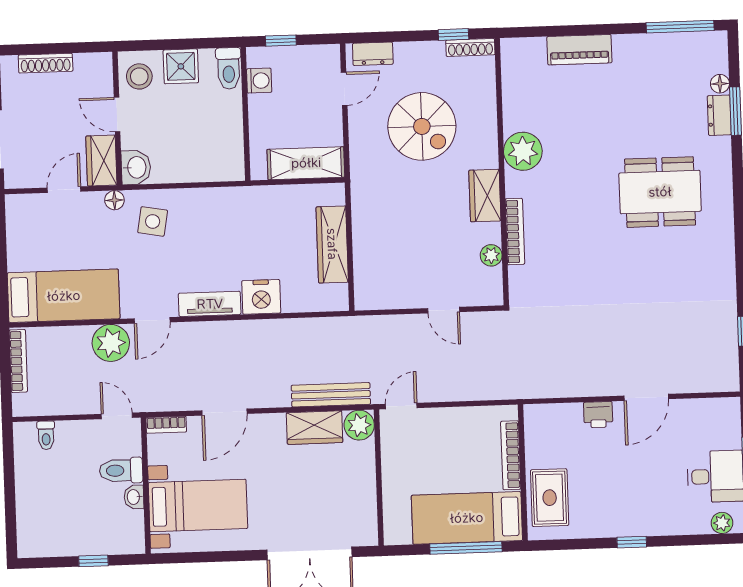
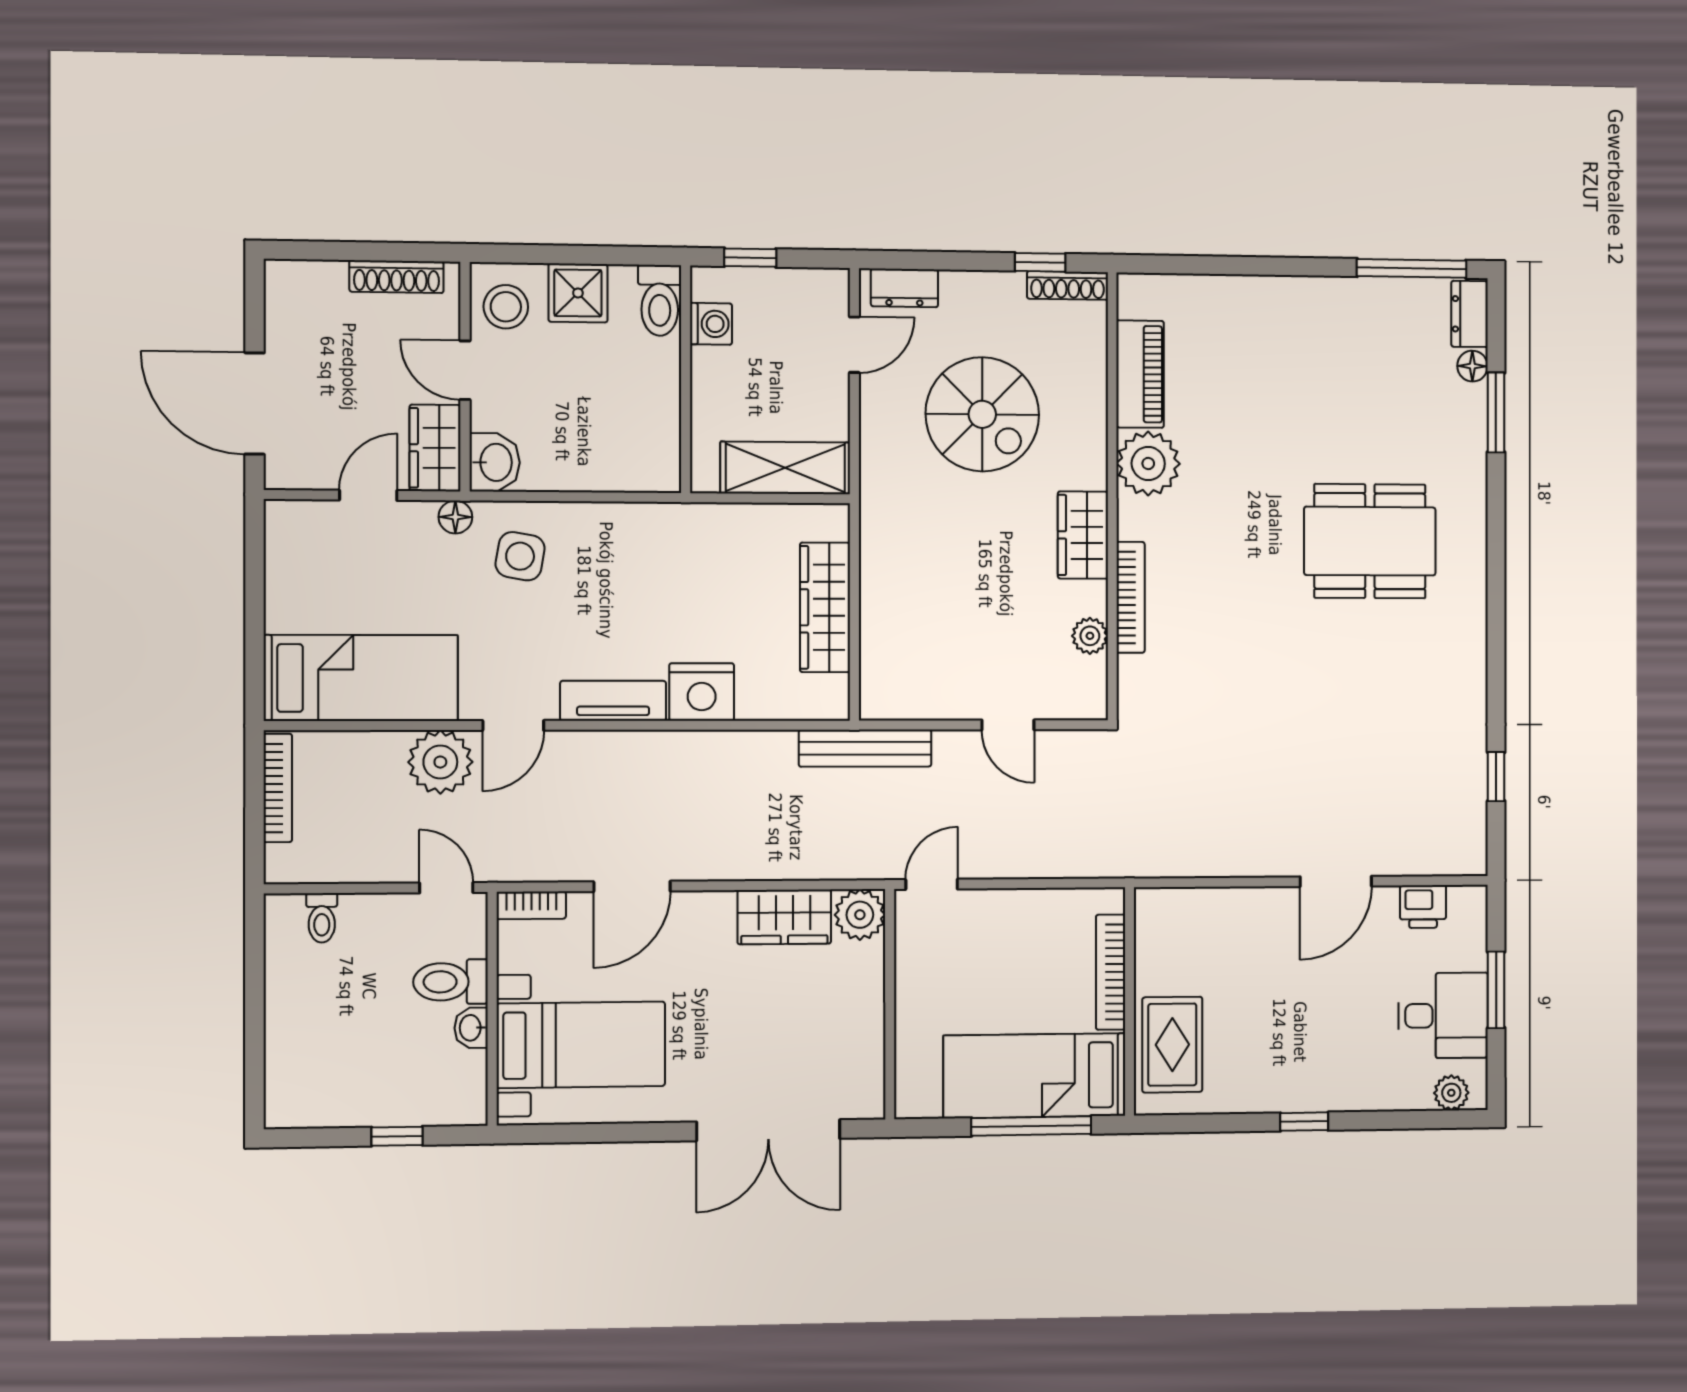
piano: (579, 50) -> (1140, 374), moved, turned -90
shoe rack: (46, 63) -> (397, 277), moved
dresser: (719, 115) -> (1470, 314), moved
bench: (331, 395) -> (865, 748), moved
printer: (598, 415) -> (1423, 907), moved

